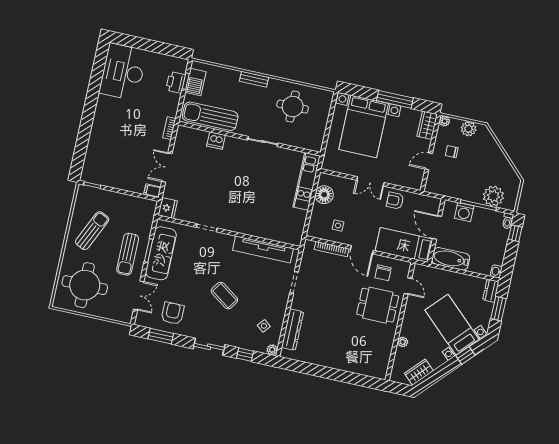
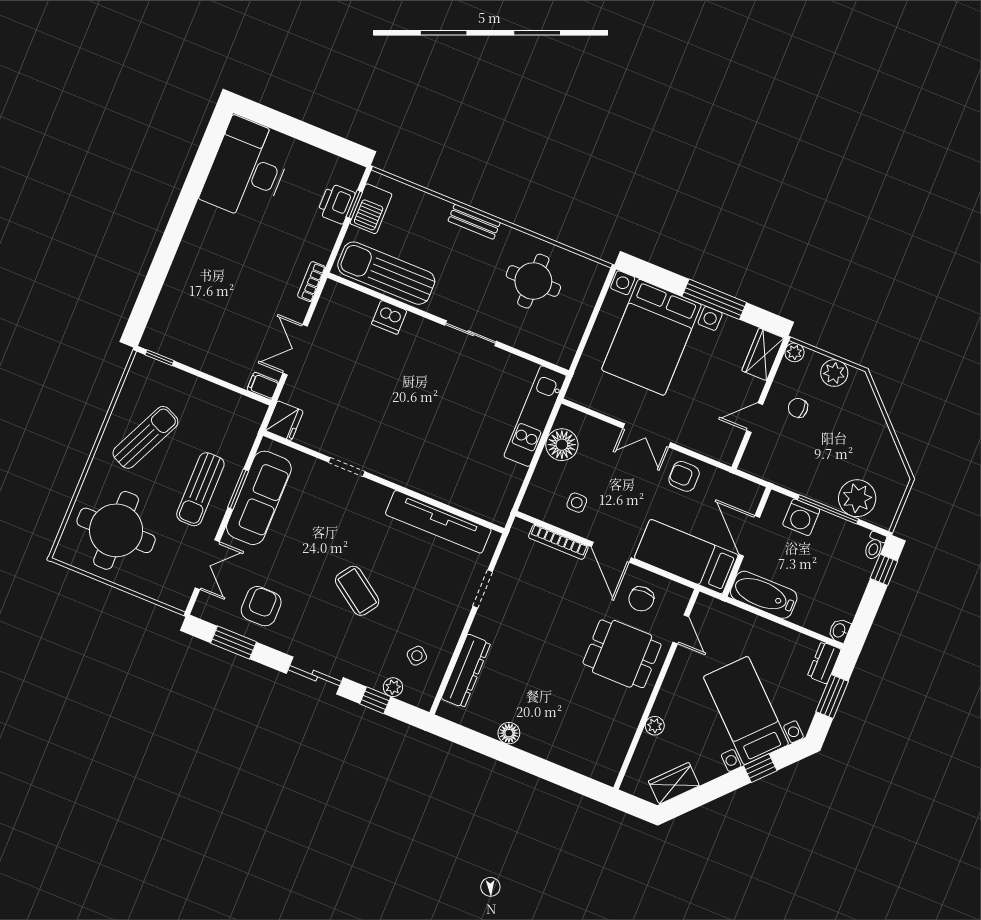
plant: (272, 350) -> (393, 687), moved
floor lamp: (322, 360) -> (509, 733), added

